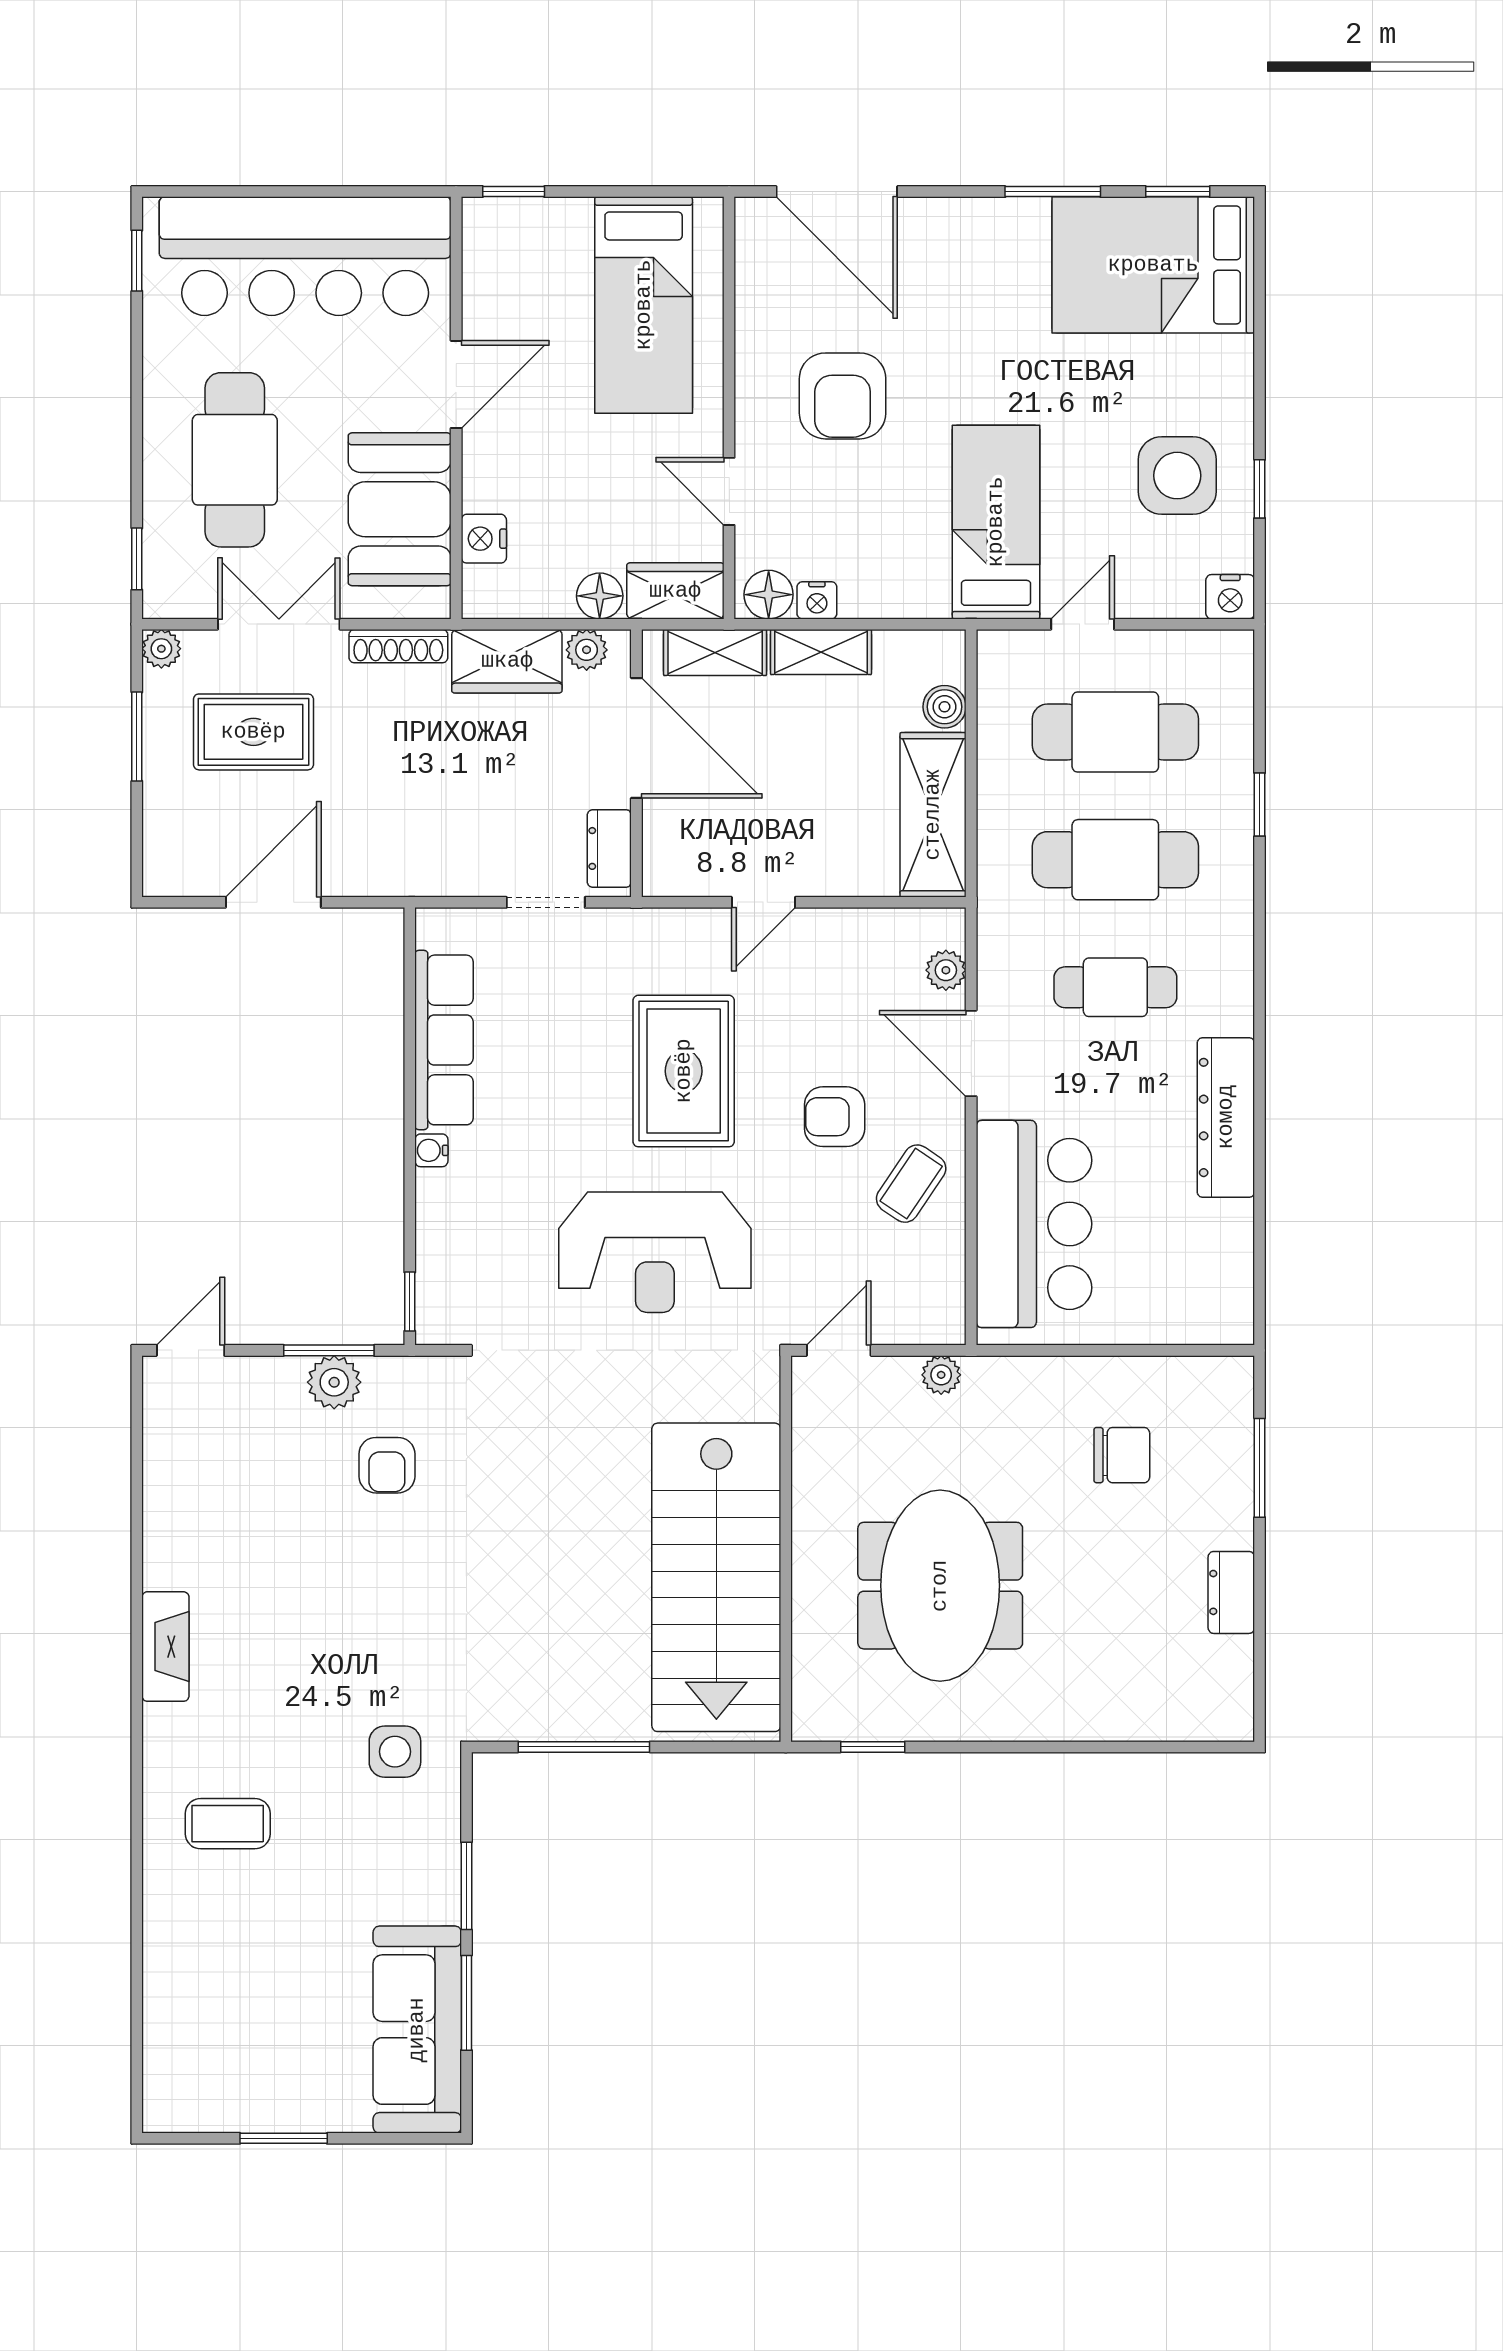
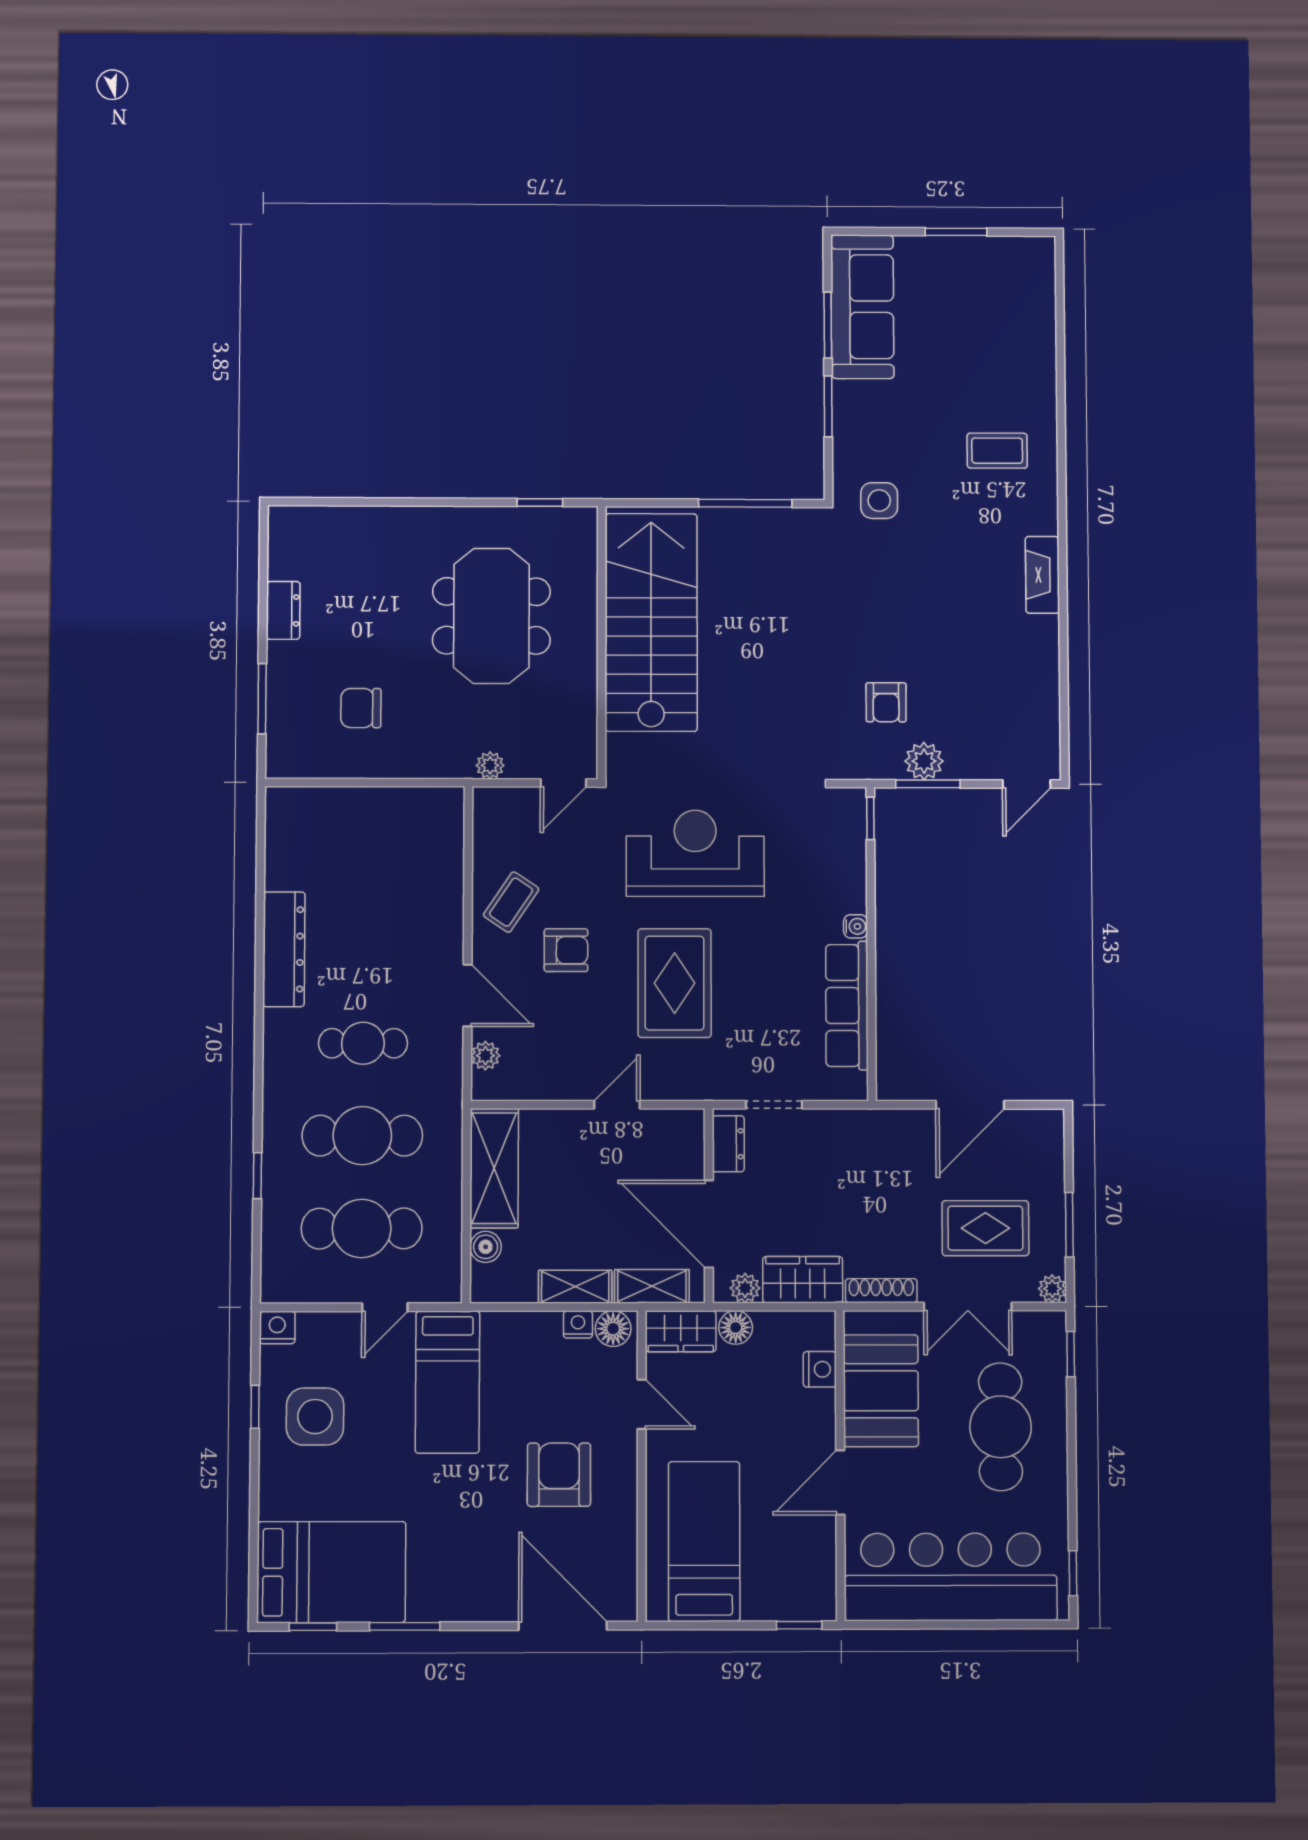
bar counter: (1034, 1224) -> (423, 873), removed
armchair: (387, 1465) -> (886, 702), turned 180

